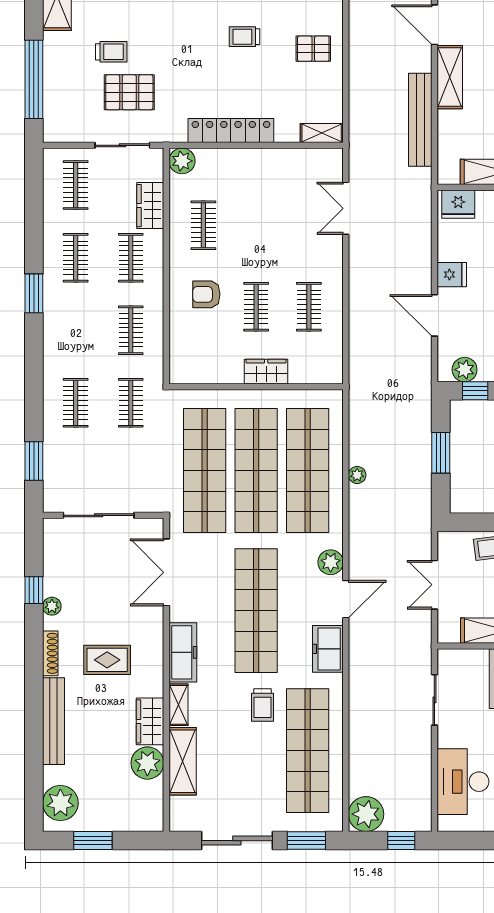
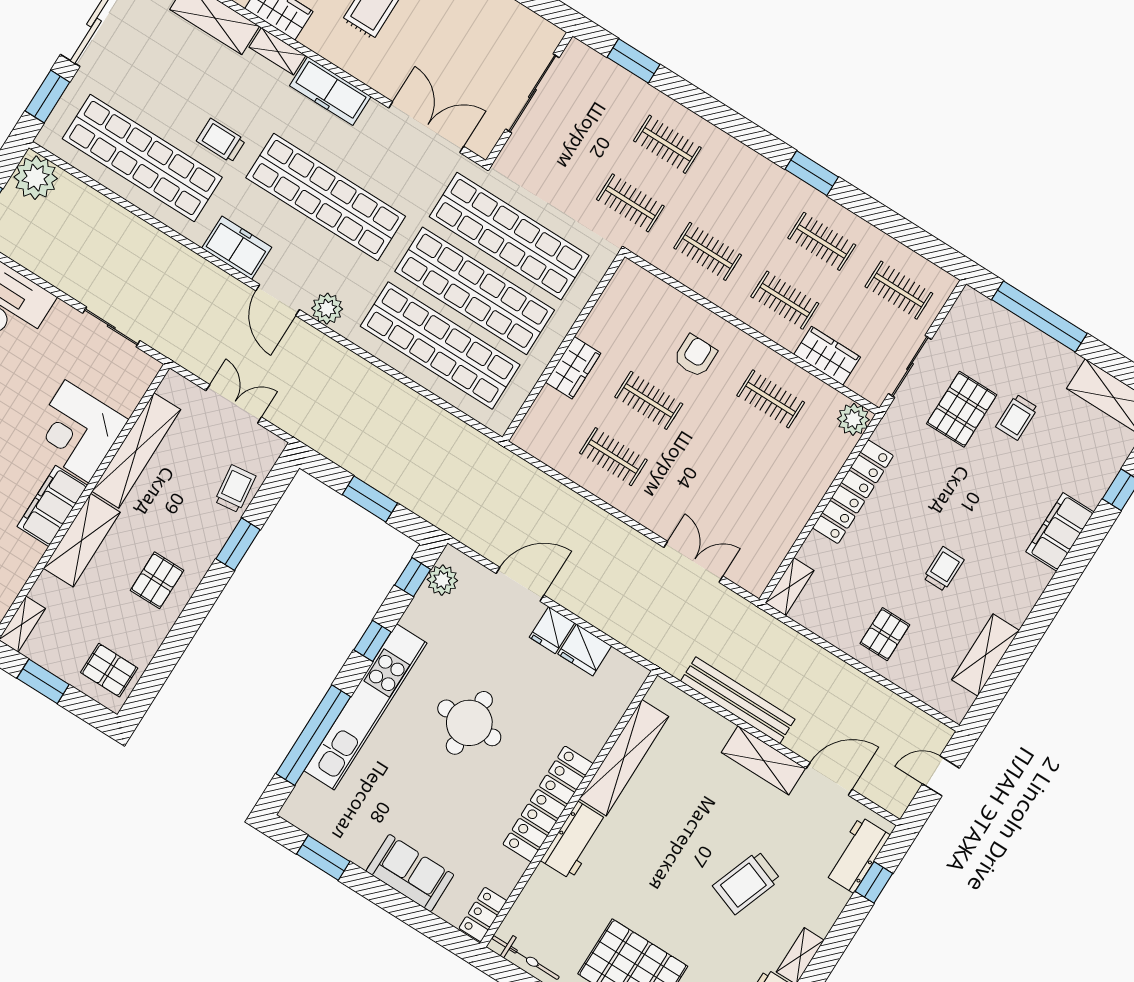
fridge: (458, 204) -> (585, 650), moved, turned -90
plant: (357, 475) -> (402, 395), removed

